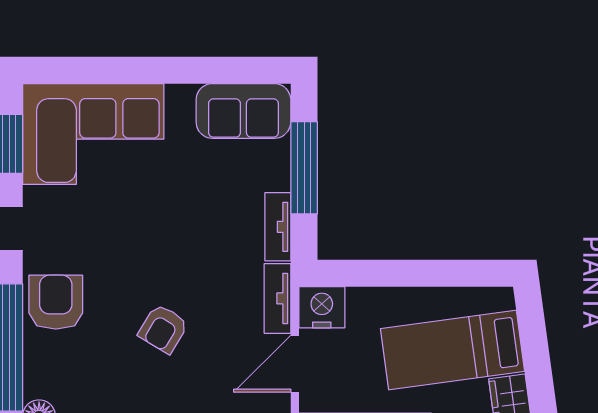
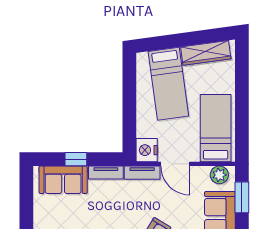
sofa: (243, 111) -> (63, 180), moved, turned 90
window: (304, 168) -> (76, 159), width x0.46

